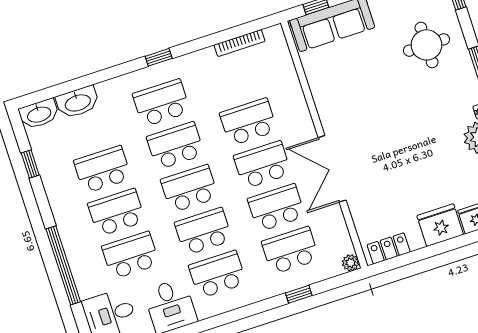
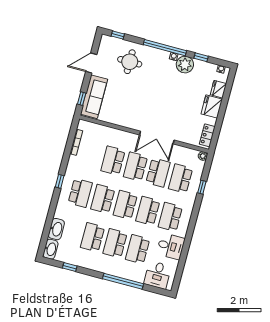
school desk: (161, 103) -> (80, 193), turned 180
school desk: (276, 208) -> (158, 173), turned 180

